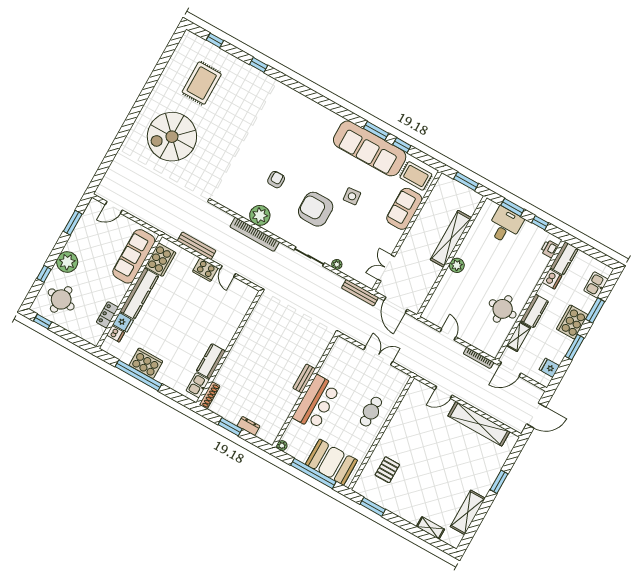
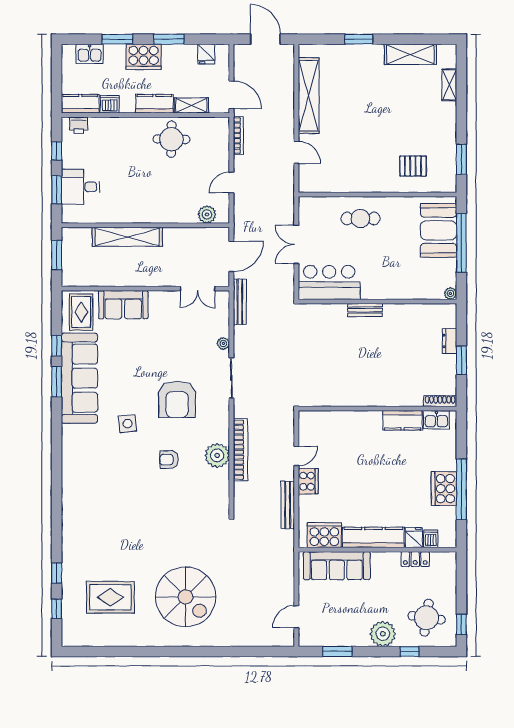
window: (259, 65) -> (57, 573), moved
side table: (352, 196) -> (127, 424), moved
door: (114, 207) -> (296, 617), swing flipped
plant: (457, 265) -> (207, 214), moved
bar counter: (316, 403) -> (329, 282), moved

